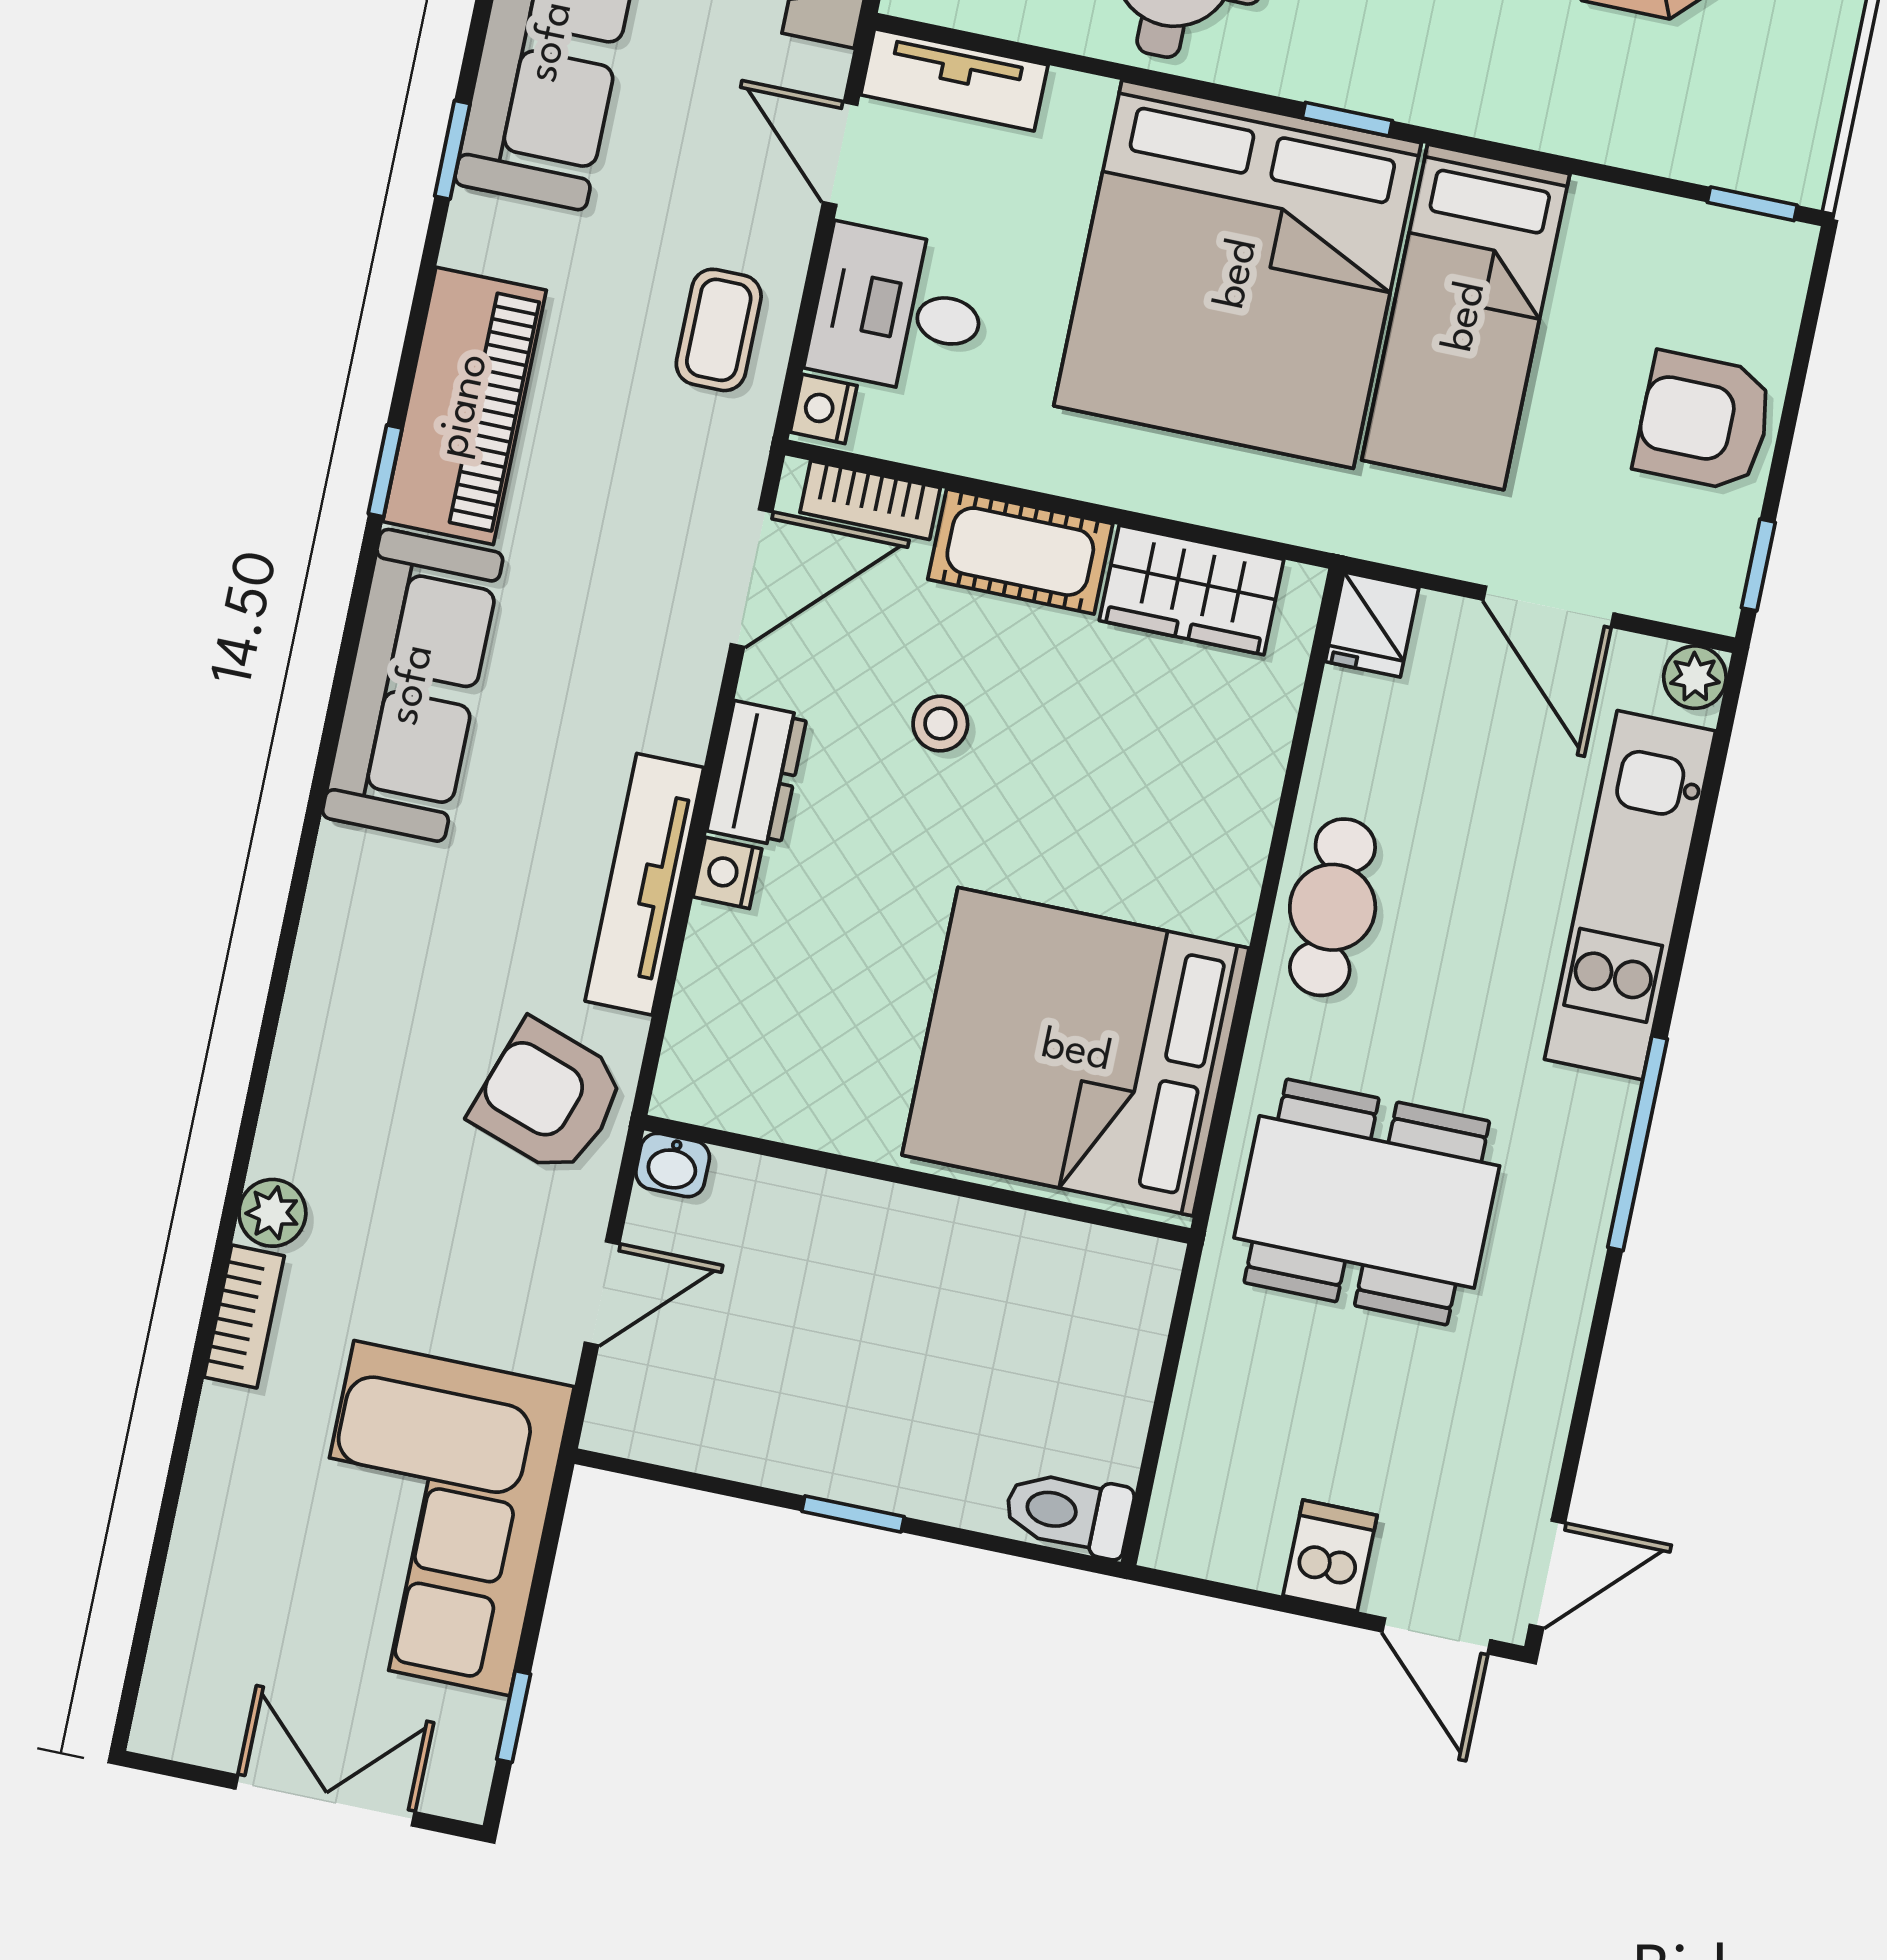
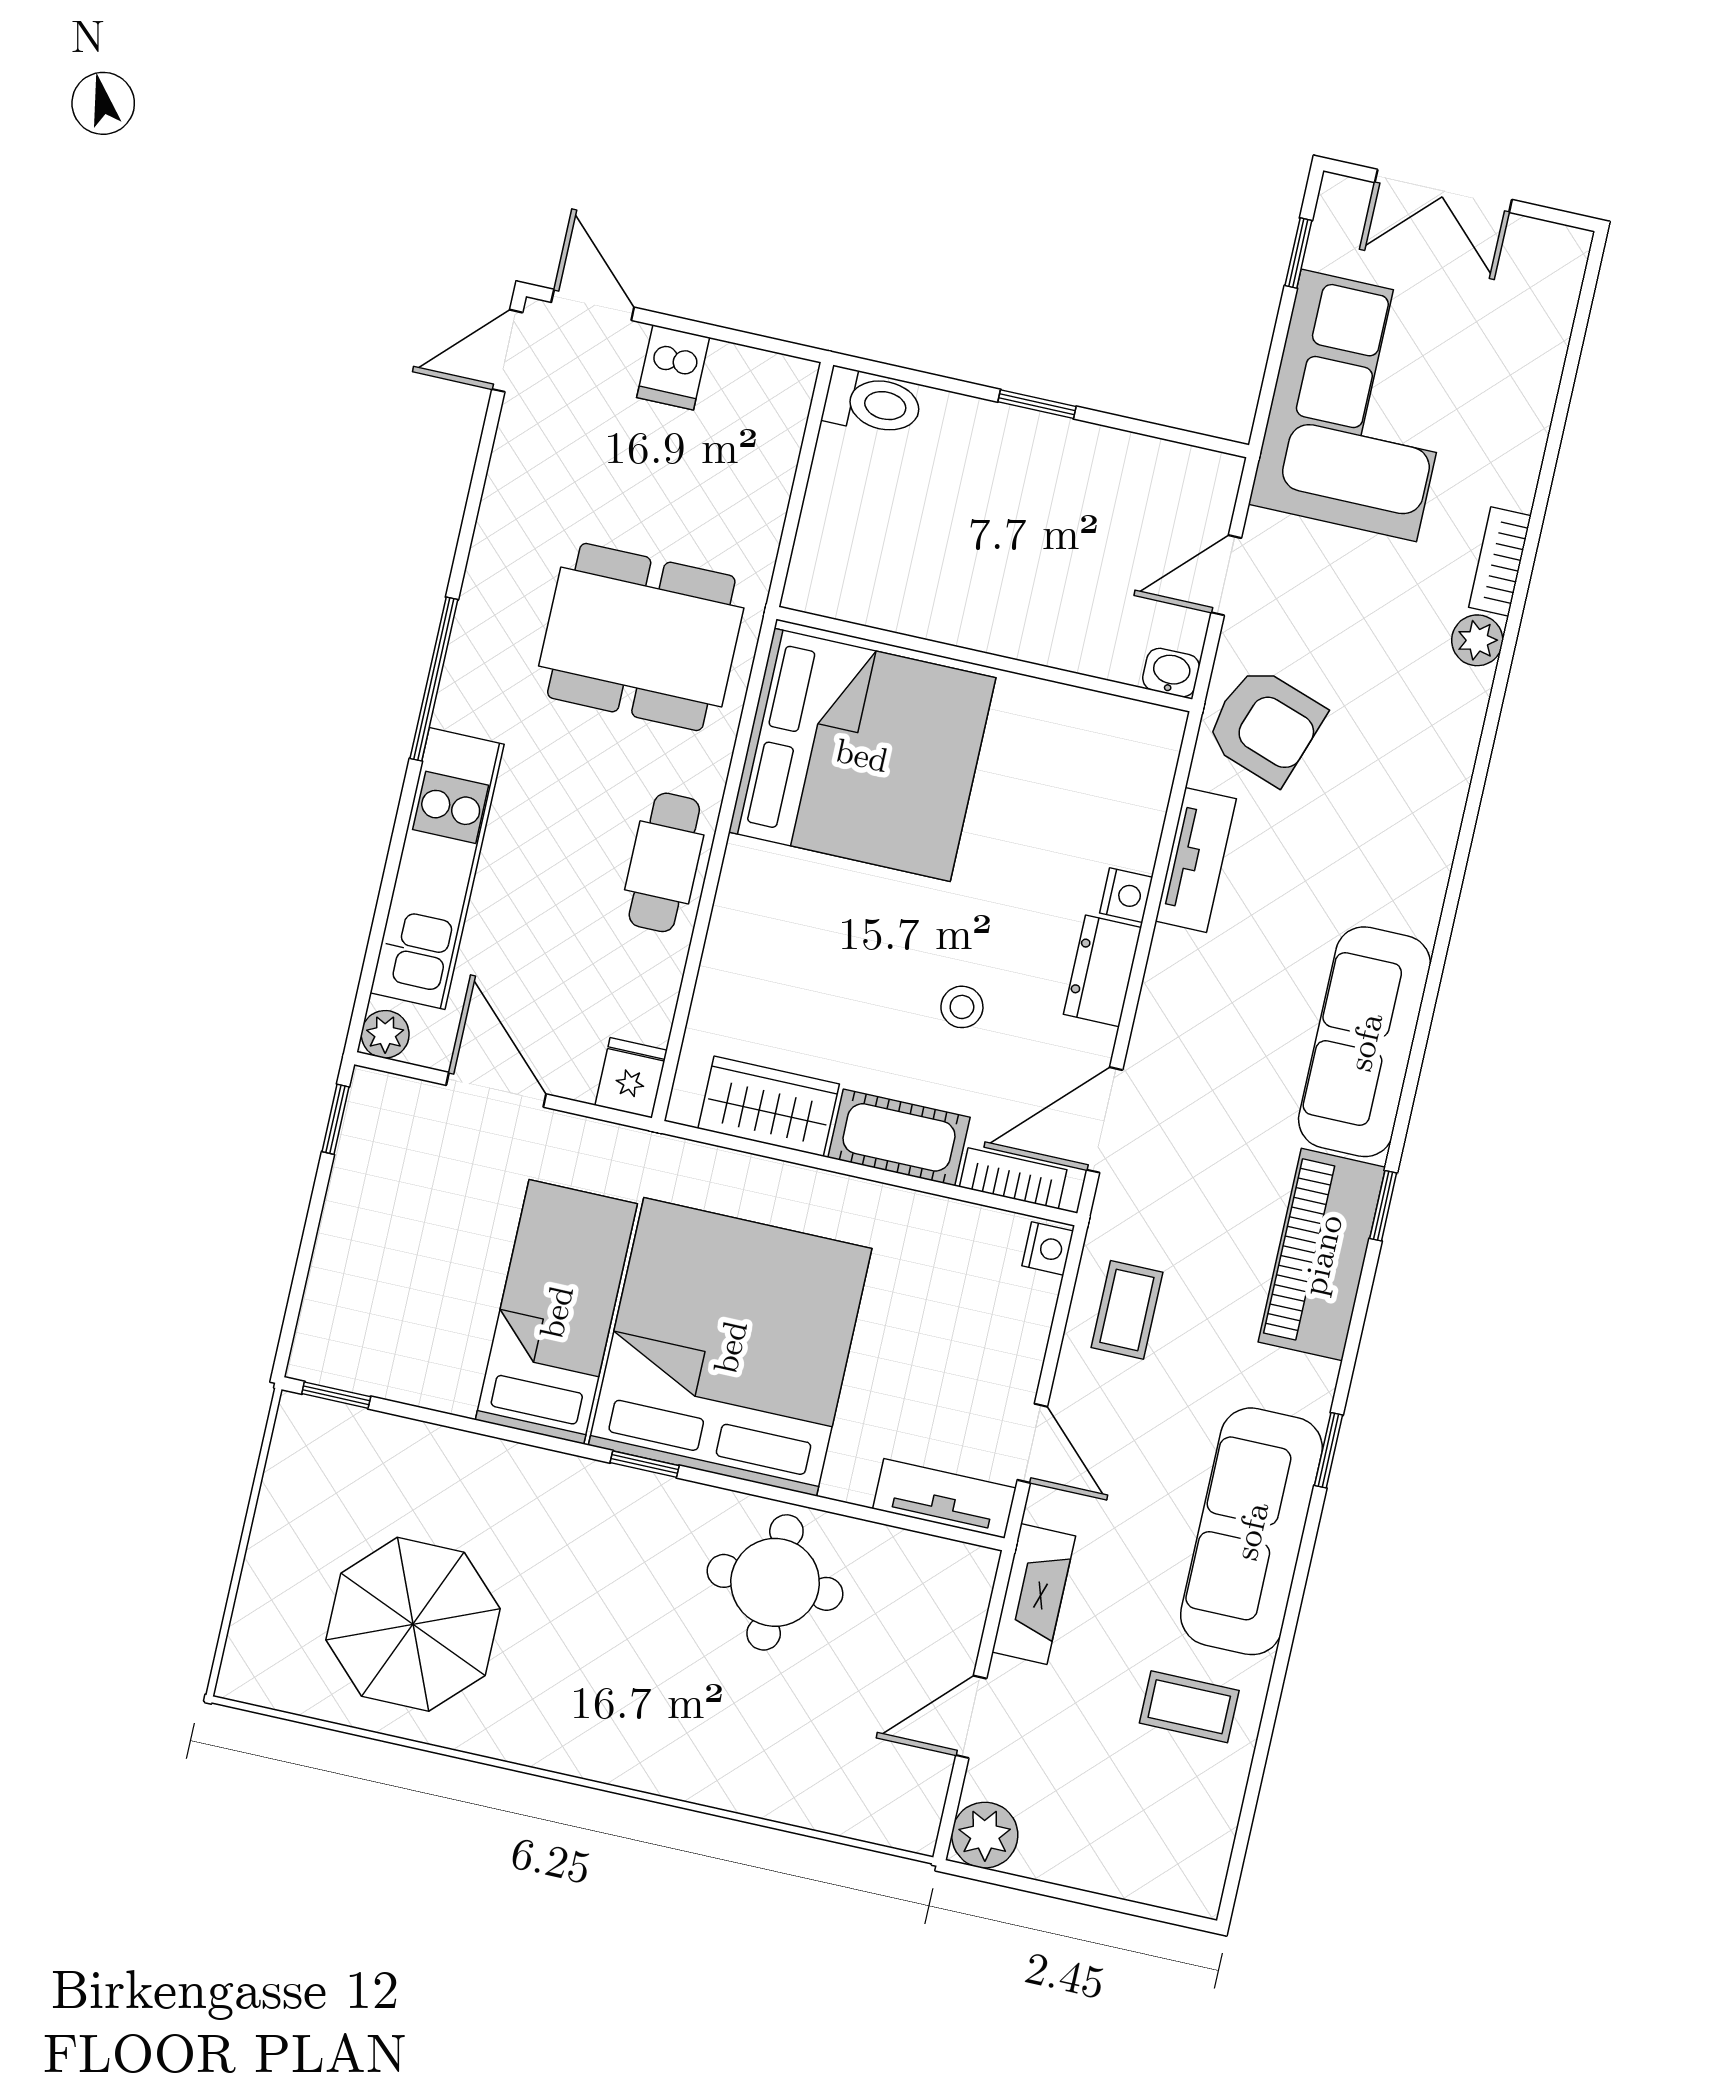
desk: (899, 311) -> (989, 1323), removed
armchair: (1704, 422) -> (375, 1229), removed
tv unit: (644, 884) -> (1196, 860), width x0.71

